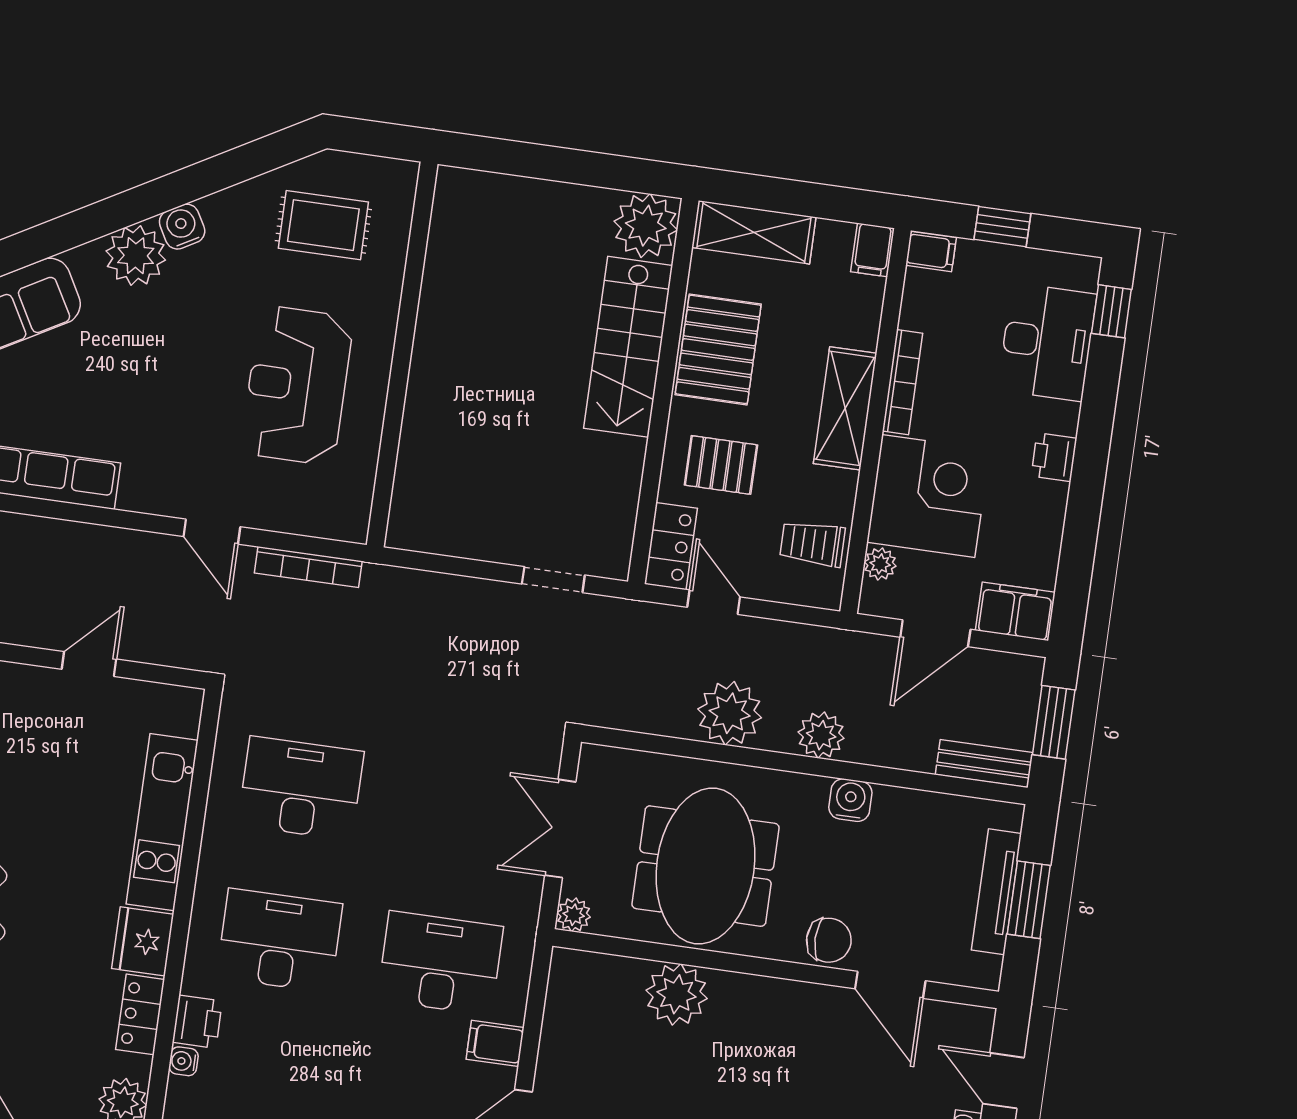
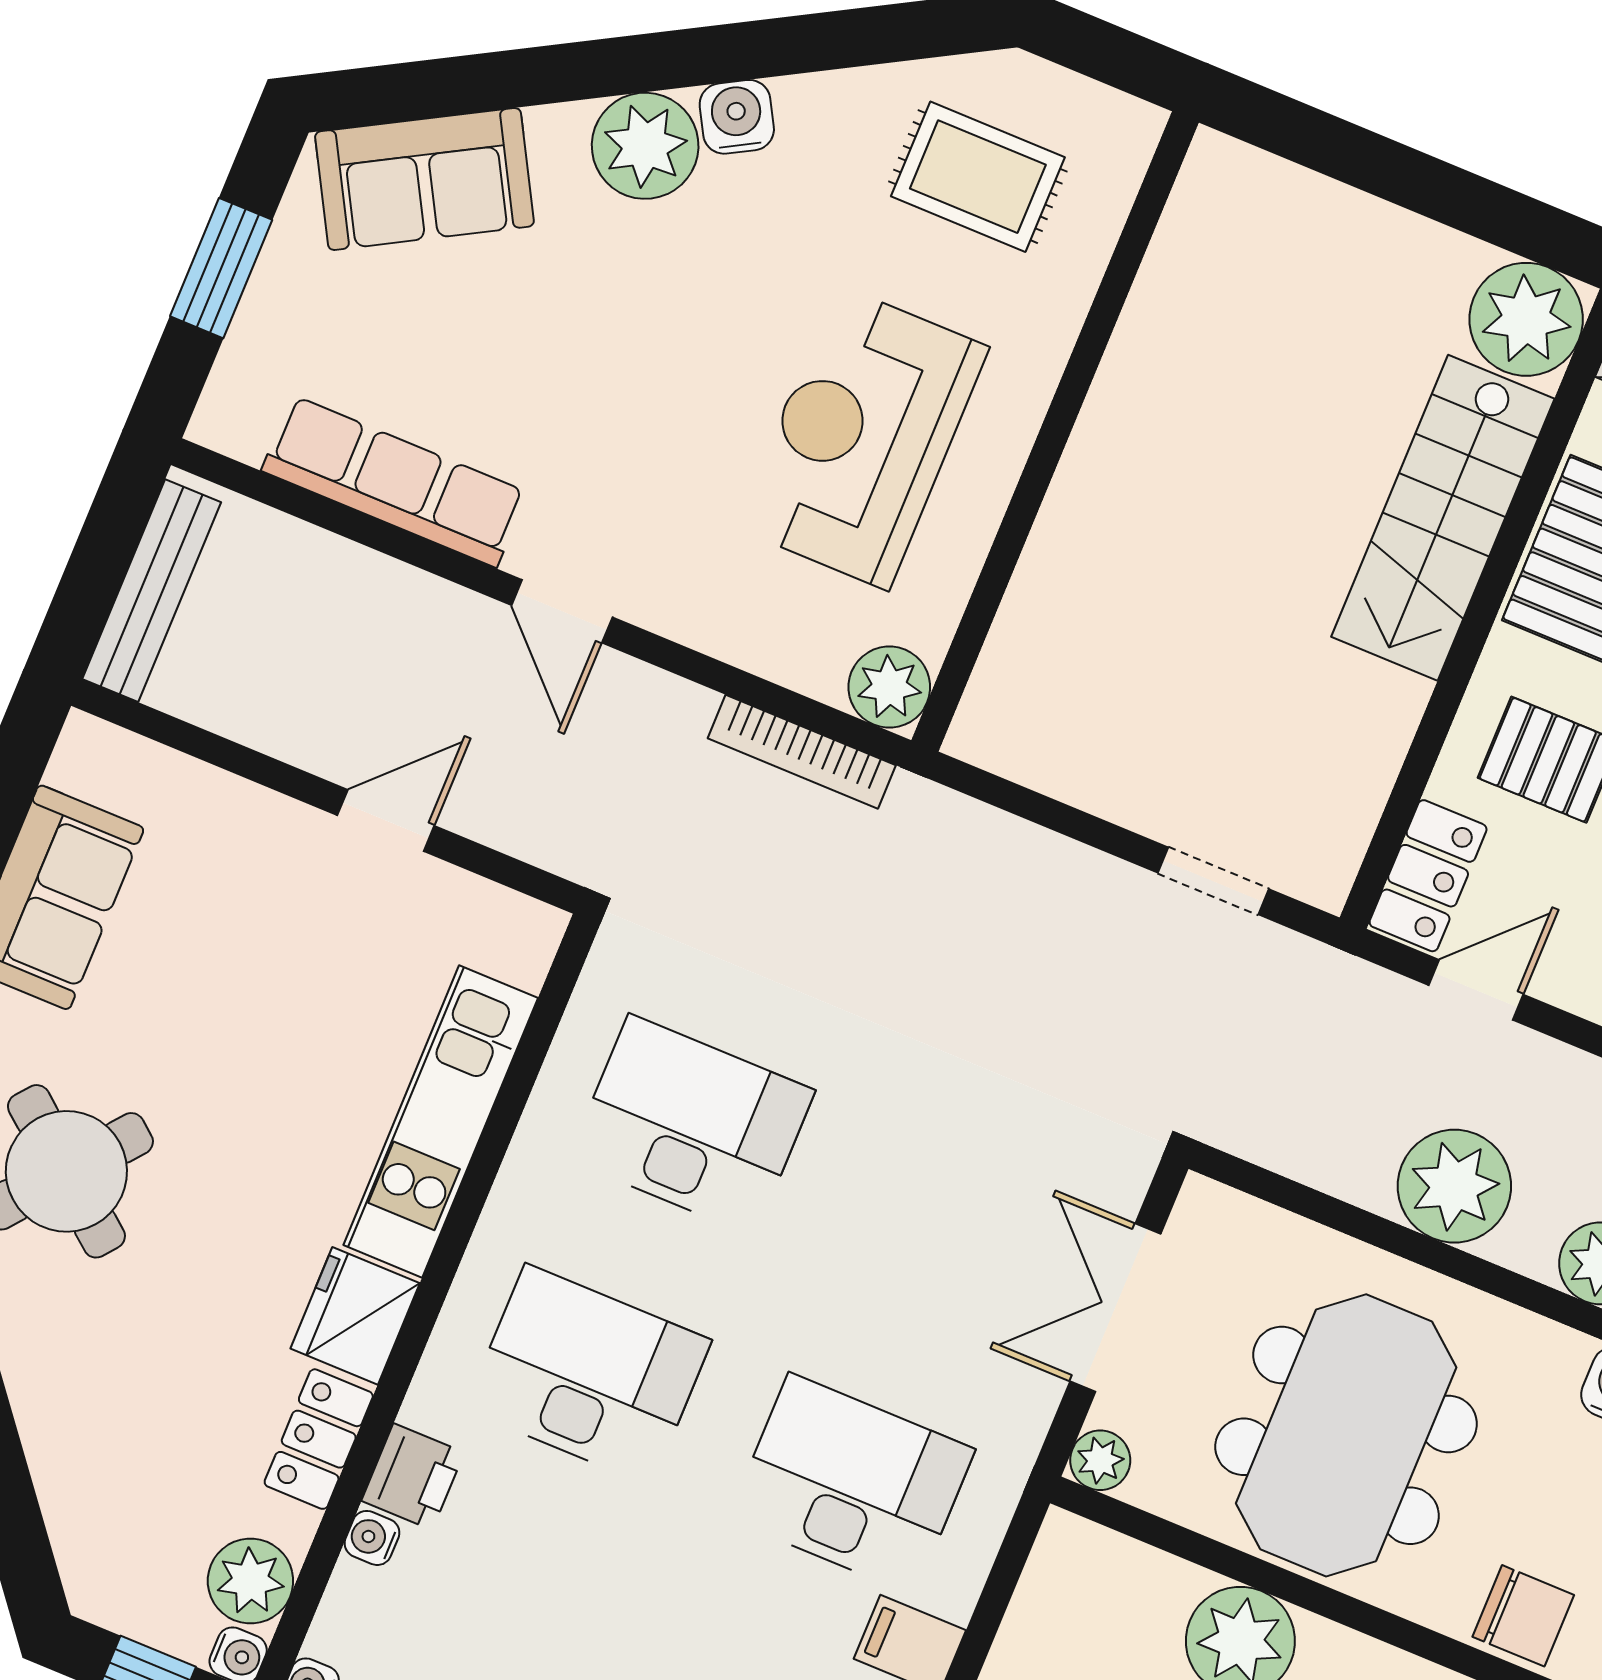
plant: (347, 519) -> (889, 687), added
door: (212, 532) -> (562, 611), moved
door: (714, 602) -> (1476, 990), hinge flipped

